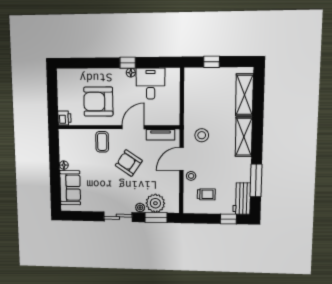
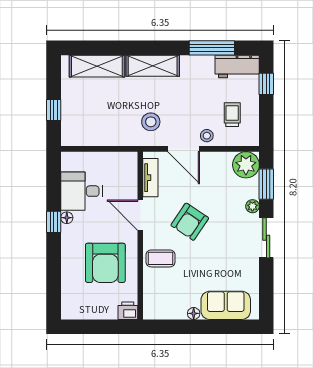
plant: (155, 203) -> (246, 165), moved

